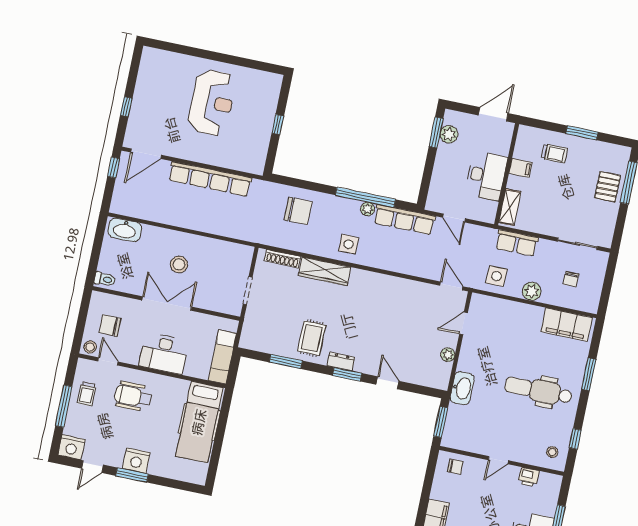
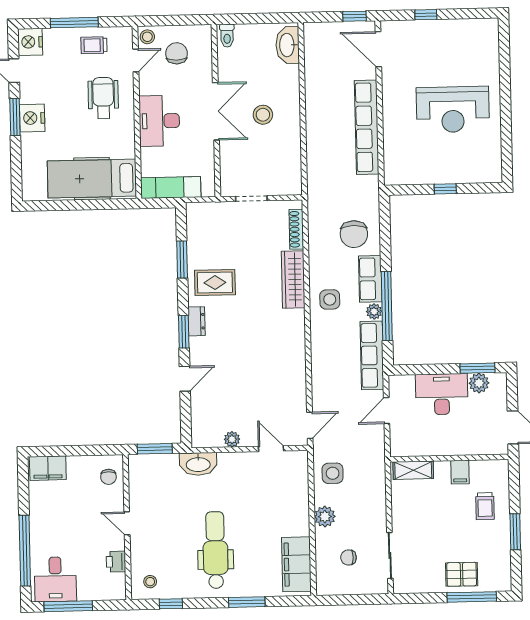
desk: (486, 176) -> (442, 394), moved, turned 180
row of seats: (517, 243) -> (370, 279), moved

